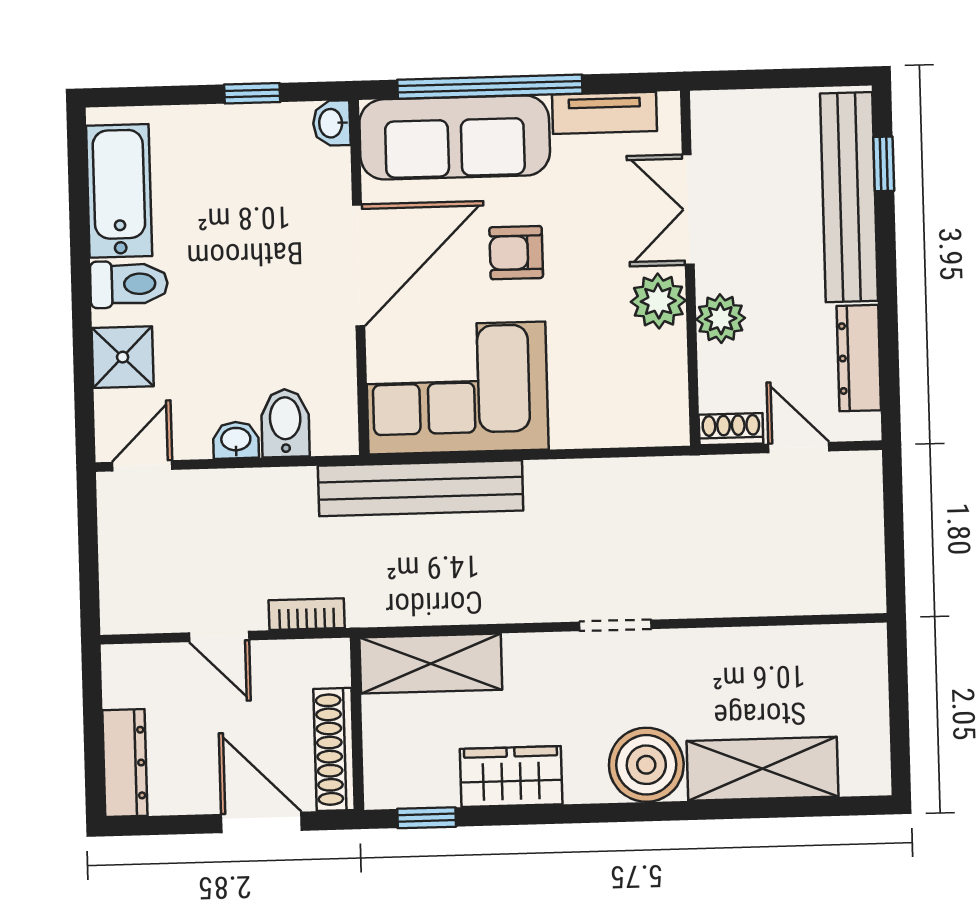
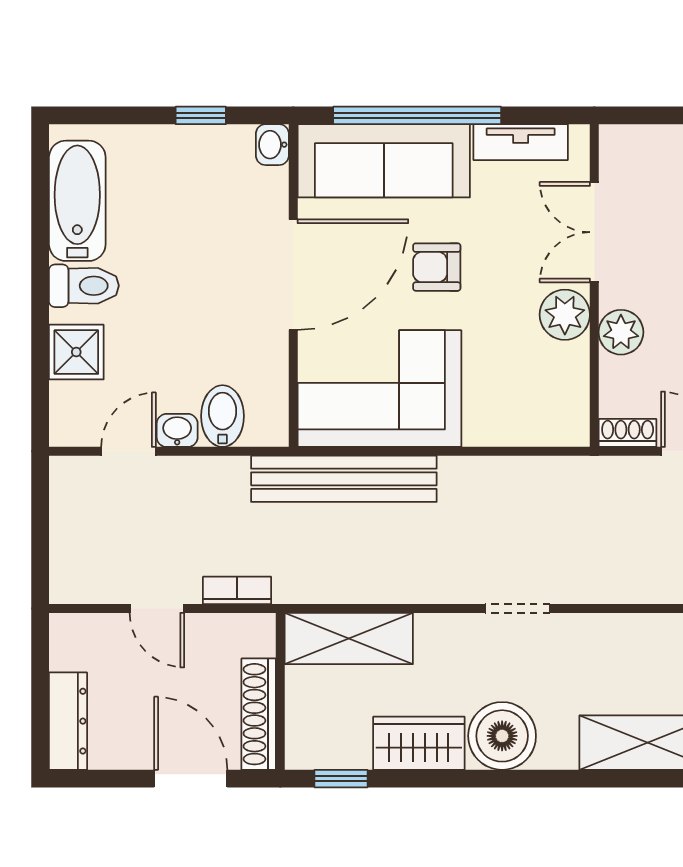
door: (142, 466) -> (128, 451), moved
boiler: (646, 765) -> (502, 736), moved

